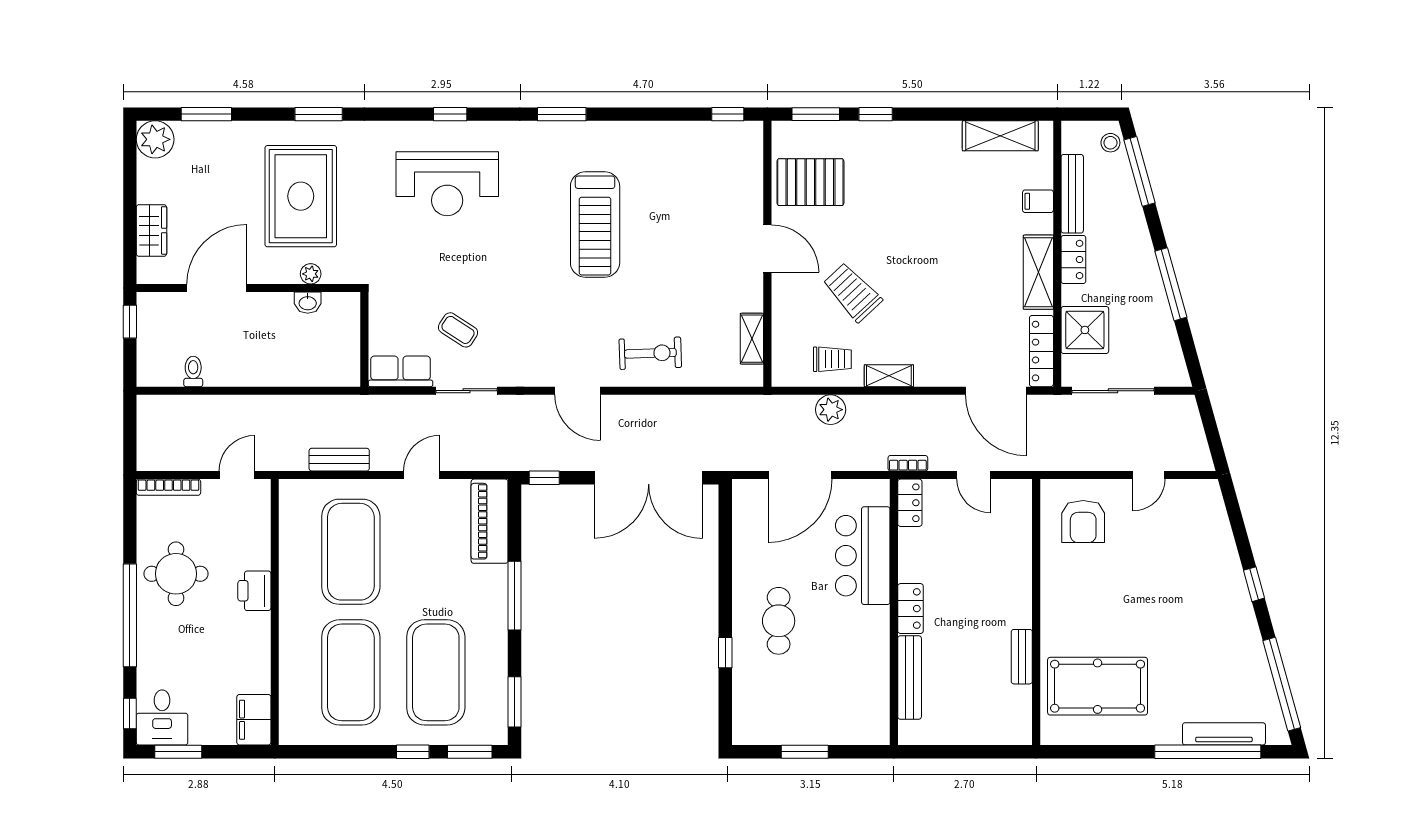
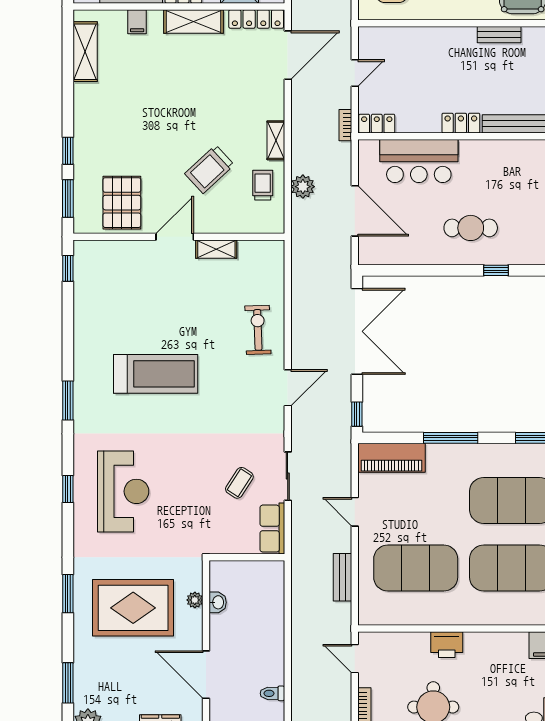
shelving: (752, 339) -> (216, 249), moved

